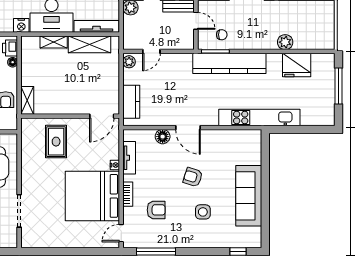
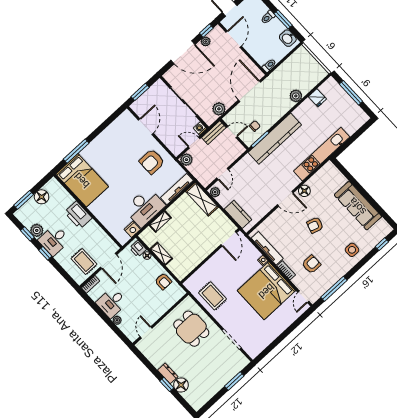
shelving: (90, 44) -> (202, 199), moved, turned 90
fridge: (297, 65) -> (317, 98), width x0.53, depth x0.75
shelving: (27, 100) -> (161, 254), moved
floor lamp: (163, 137) -> (304, 191), moved
rug: (56, 142) -> (213, 296), moved
tv unit: (129, 158) -> (267, 248), width x1.41
side table: (203, 212) -> (352, 250), moved

